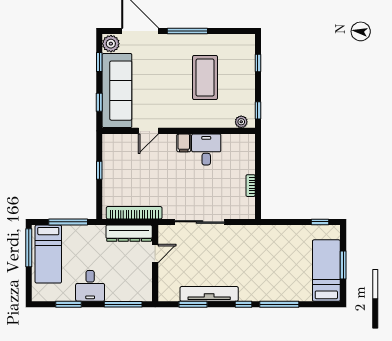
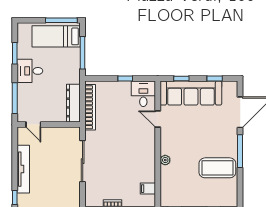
plant: (111, 44) -> (230, 88), removed
coffee table: (205, 78) -> (217, 168), moved
plant: (241, 122) -> (165, 160), moved
filing cabinet: (184, 143) -> (148, 189), moved
desk: (206, 149) -> (143, 94), moved, turned -90
door: (155, 253) -> (33, 125), moved
window: (193, 304) -> (15, 156), removed

